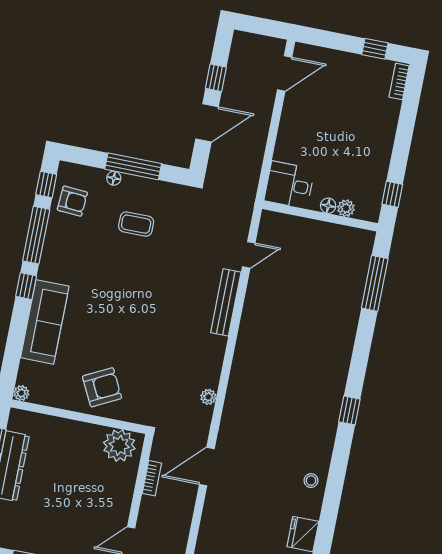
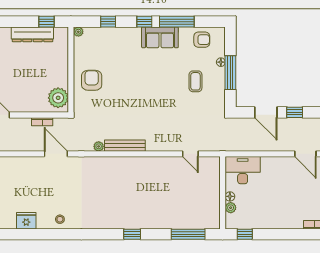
window: (46, 185) -> (108, 22), moved
desk: (289, 185) -> (243, 170), width x1.37
armchair: (72, 201) -> (202, 40), turned -94
bench: (226, 302) -> (125, 146), moved
sofa: (45, 322) -> (160, 37), moved, width x0.73
armchair: (102, 387) -> (92, 80), turned -153
window: (349, 410) -> (132, 234), moved

